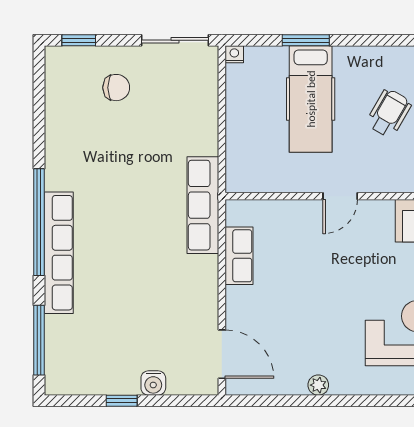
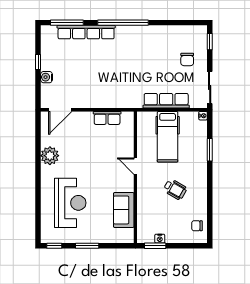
hospital bed: (311, 99) -> (168, 137), moved, turned -90
row of seats: (203, 205) -> (166, 101), moved
row of seats: (59, 253) -> (86, 32), moved
plant: (318, 385) -> (50, 156), width x1.88, depth x1.88

